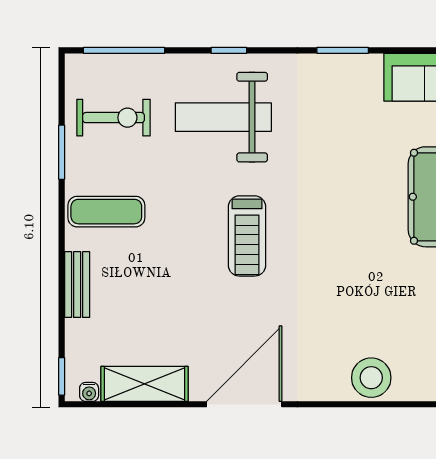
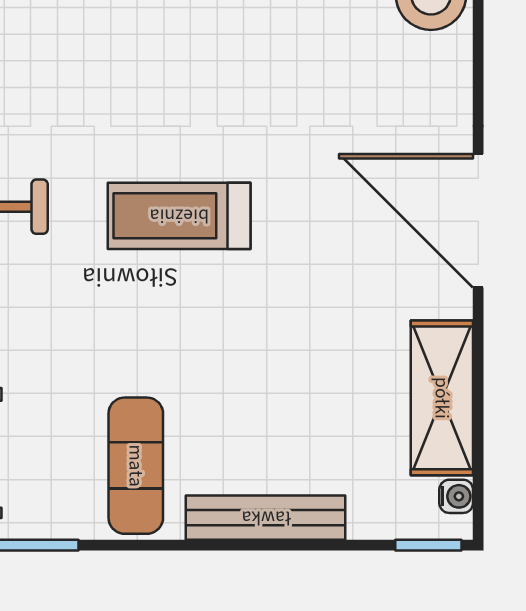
treadmill: (247, 236) -> (179, 216), turned 180
bench: (77, 285) -> (266, 518), width x1.36

